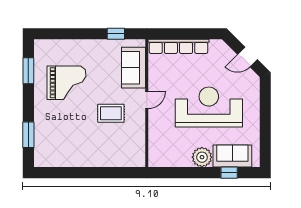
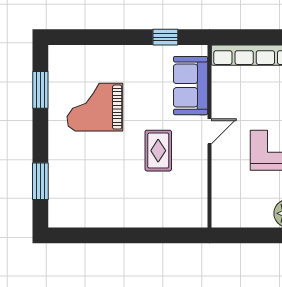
grand piano: (67, 83) -> (95, 107), turned 180
rug: (111, 113) -> (158, 151), turned 90

